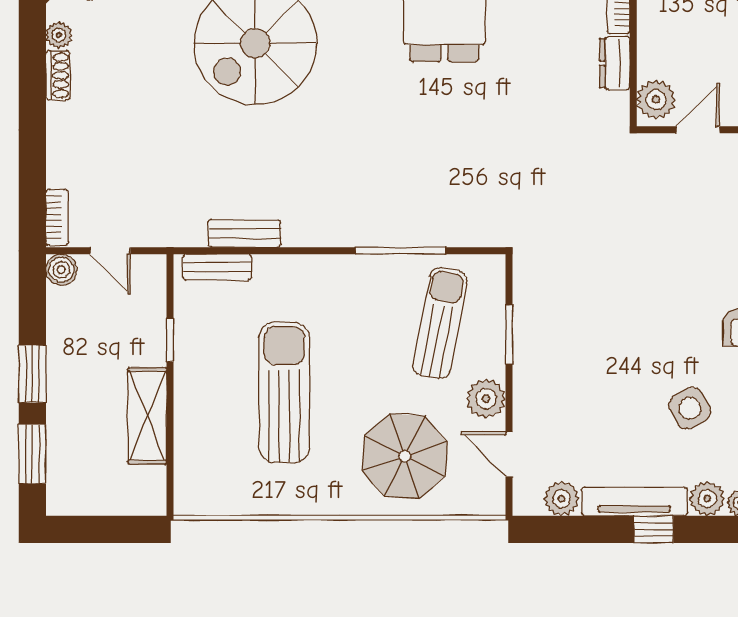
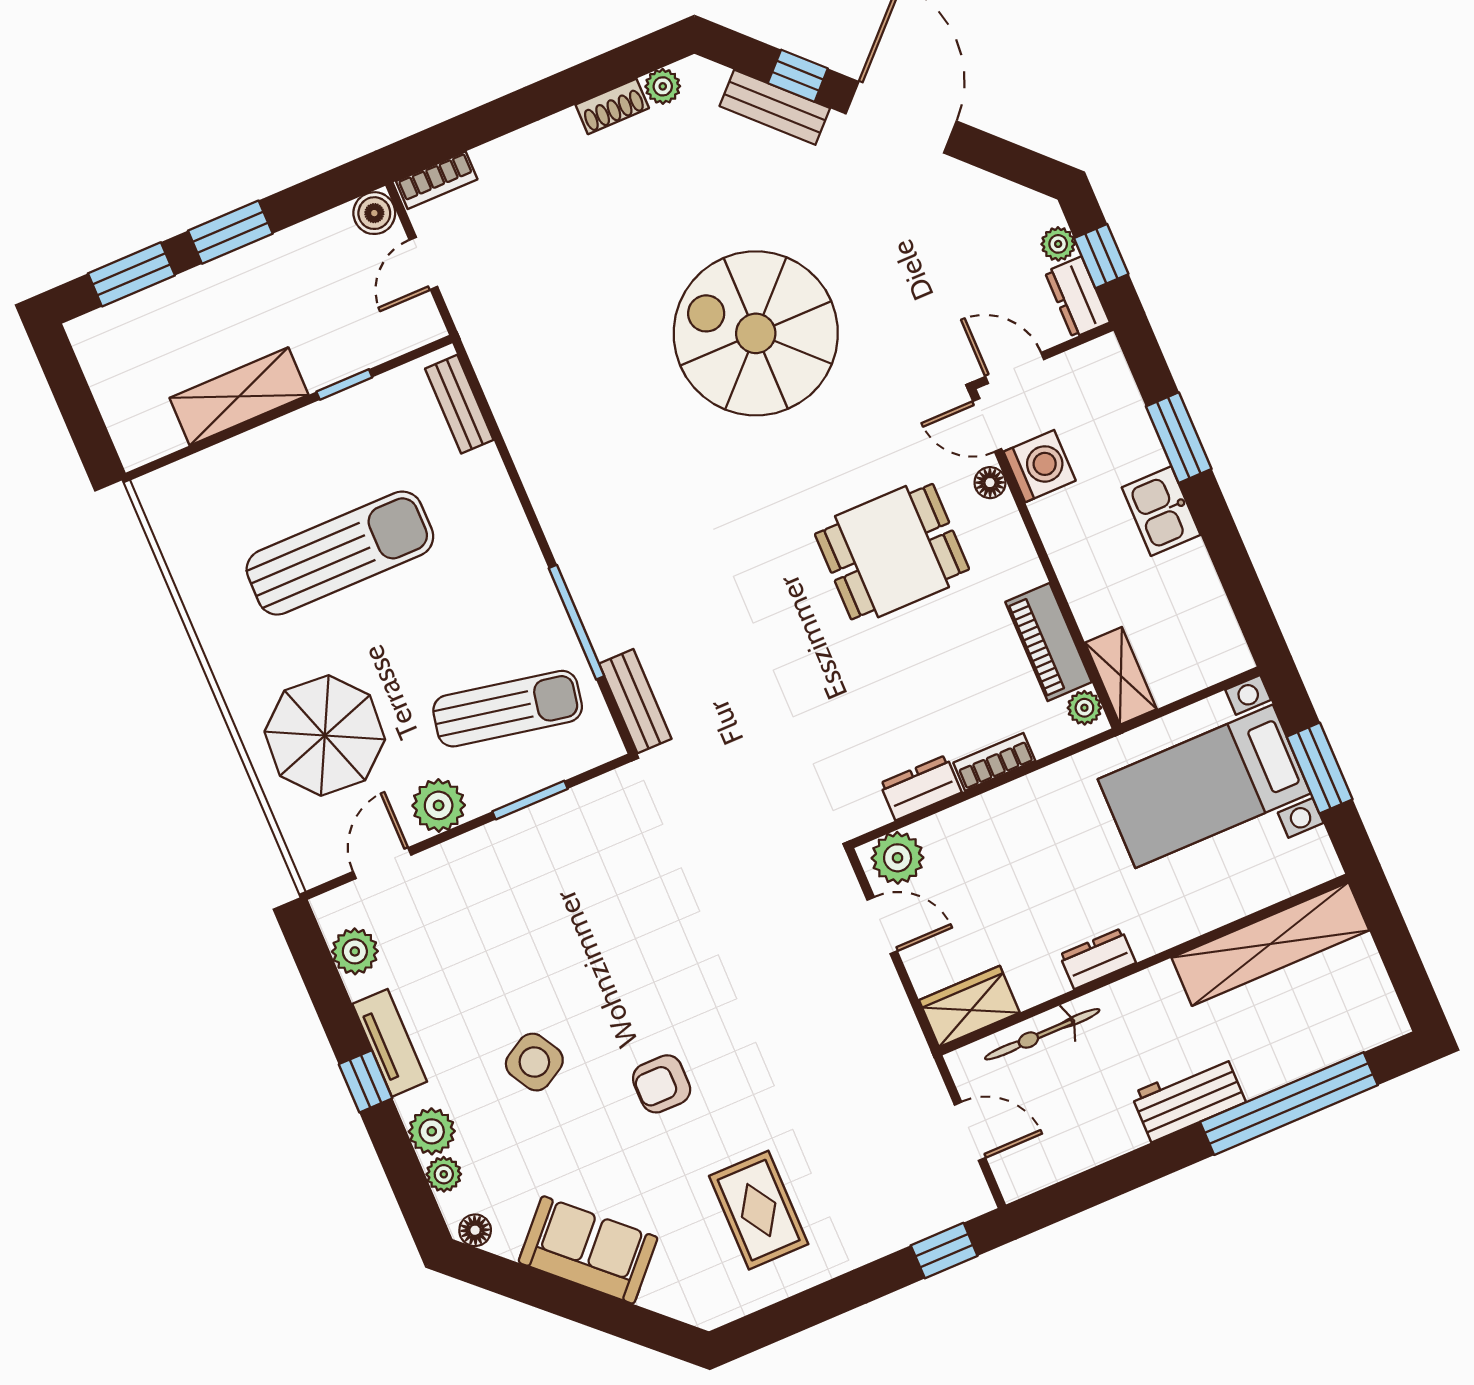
bench: (244, 233) -> (635, 701), moved
tv unit: (634, 502) -> (390, 1043), width x0.71

